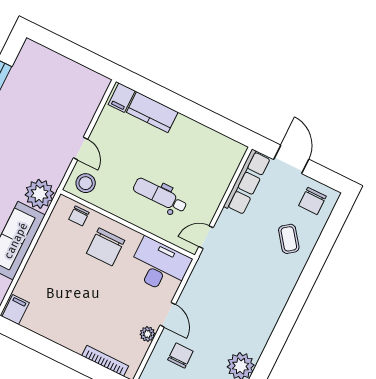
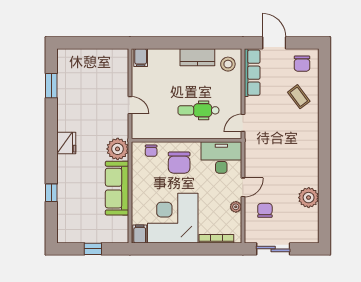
kitchen counter: (152, 112) -> (197, 57), moved
stool: (86, 183) -> (228, 64), moved
corner desk: (65, 310) -> (173, 218), added
door: (168, 315) -> (243, 187), hinge flipped

